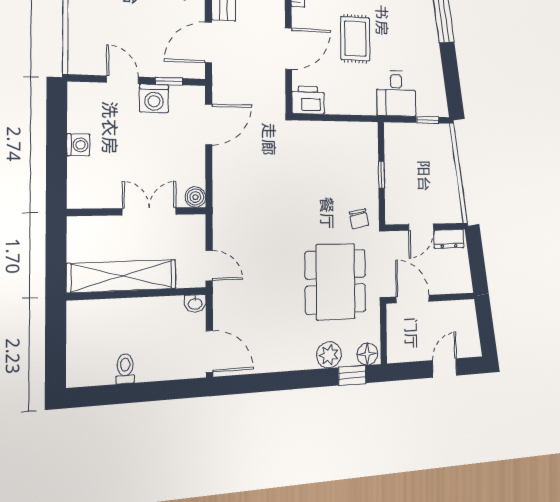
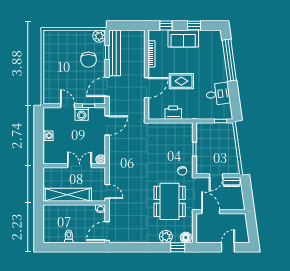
rug: (355, 39) -> (181, 81), turned 90
desk: (396, 93) -> (218, 94), moved, turned -98
printer: (308, 100) -> (173, 113), moved
door: (209, 351) -> (107, 231), swing flipped

